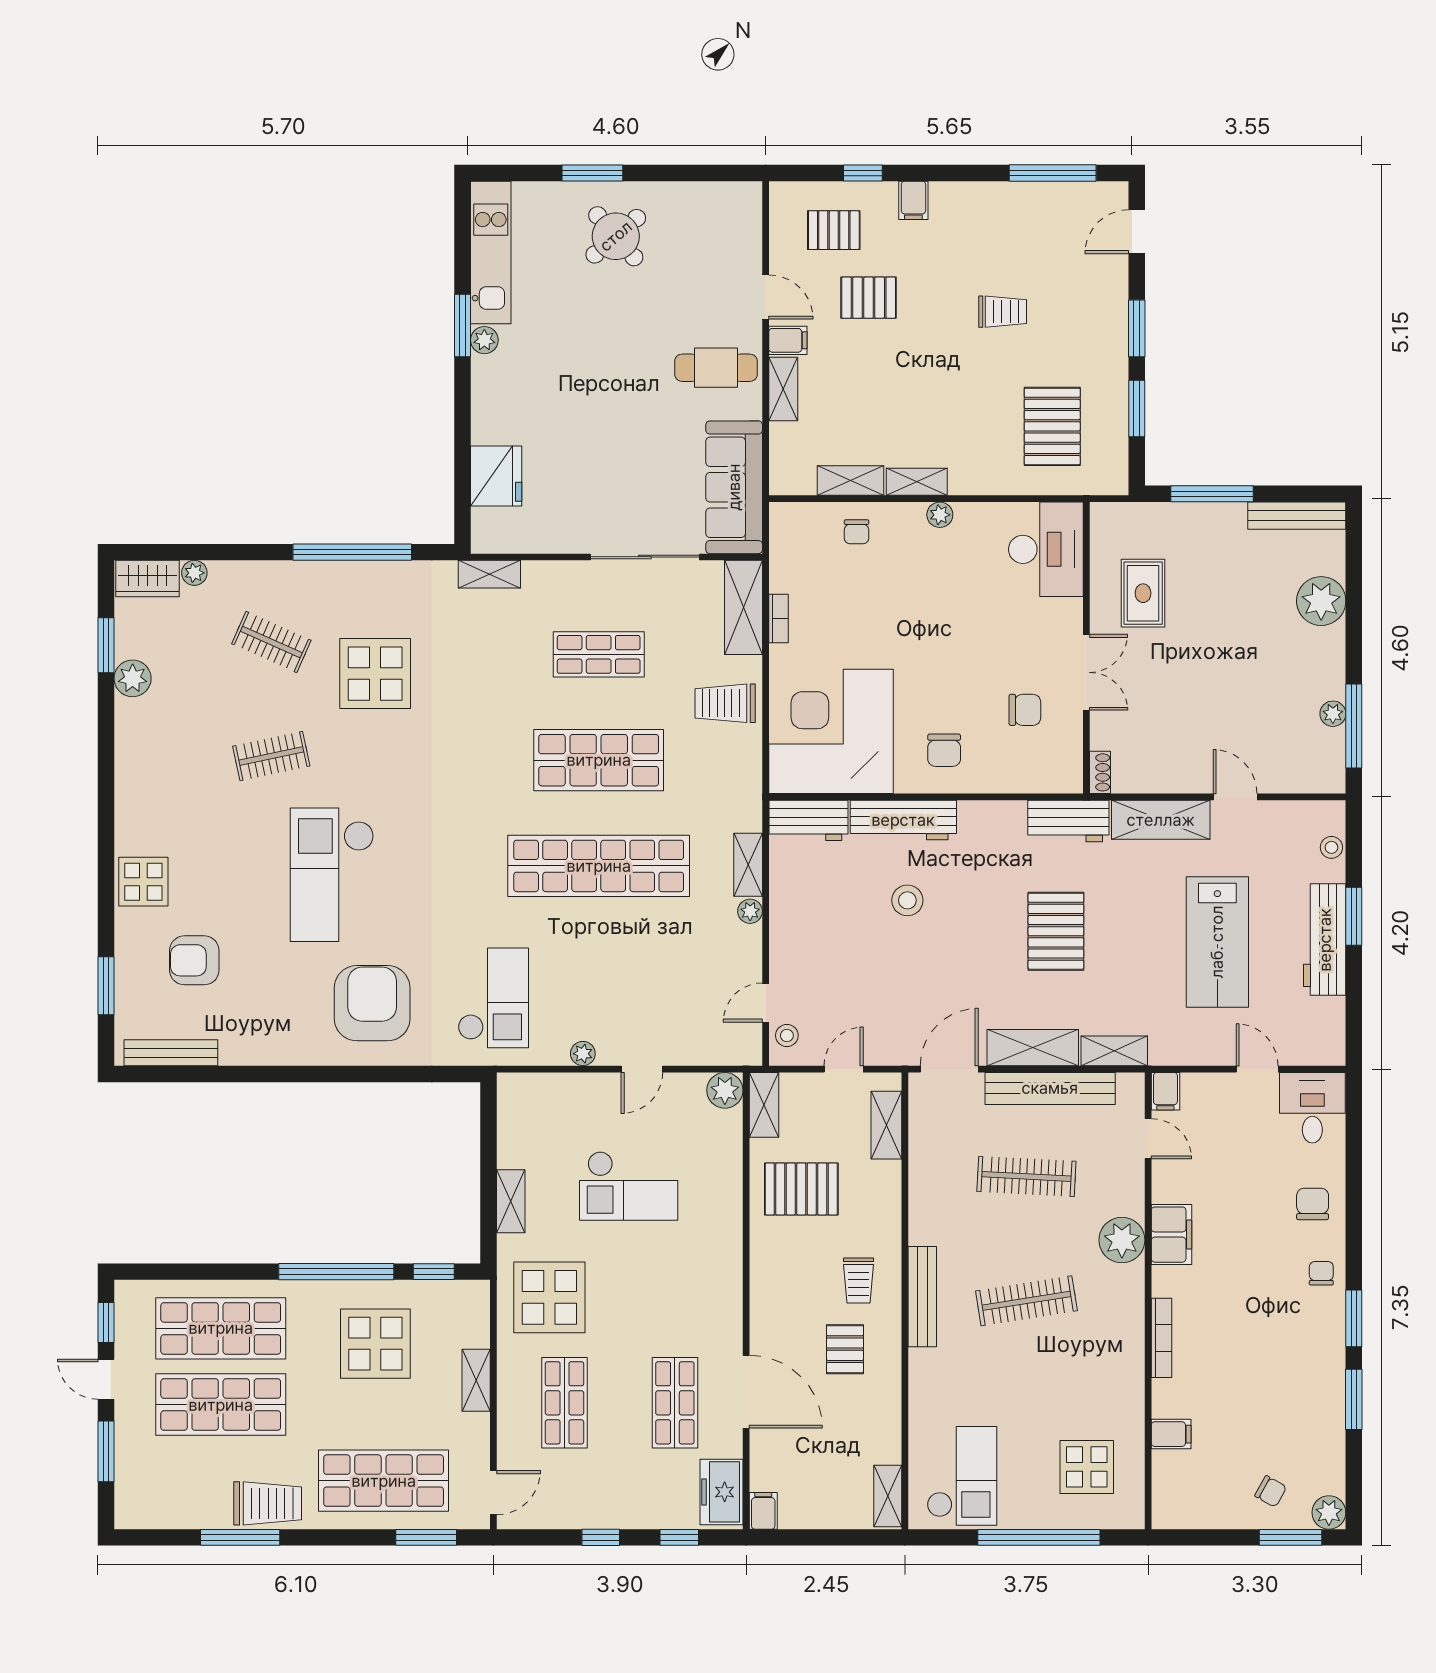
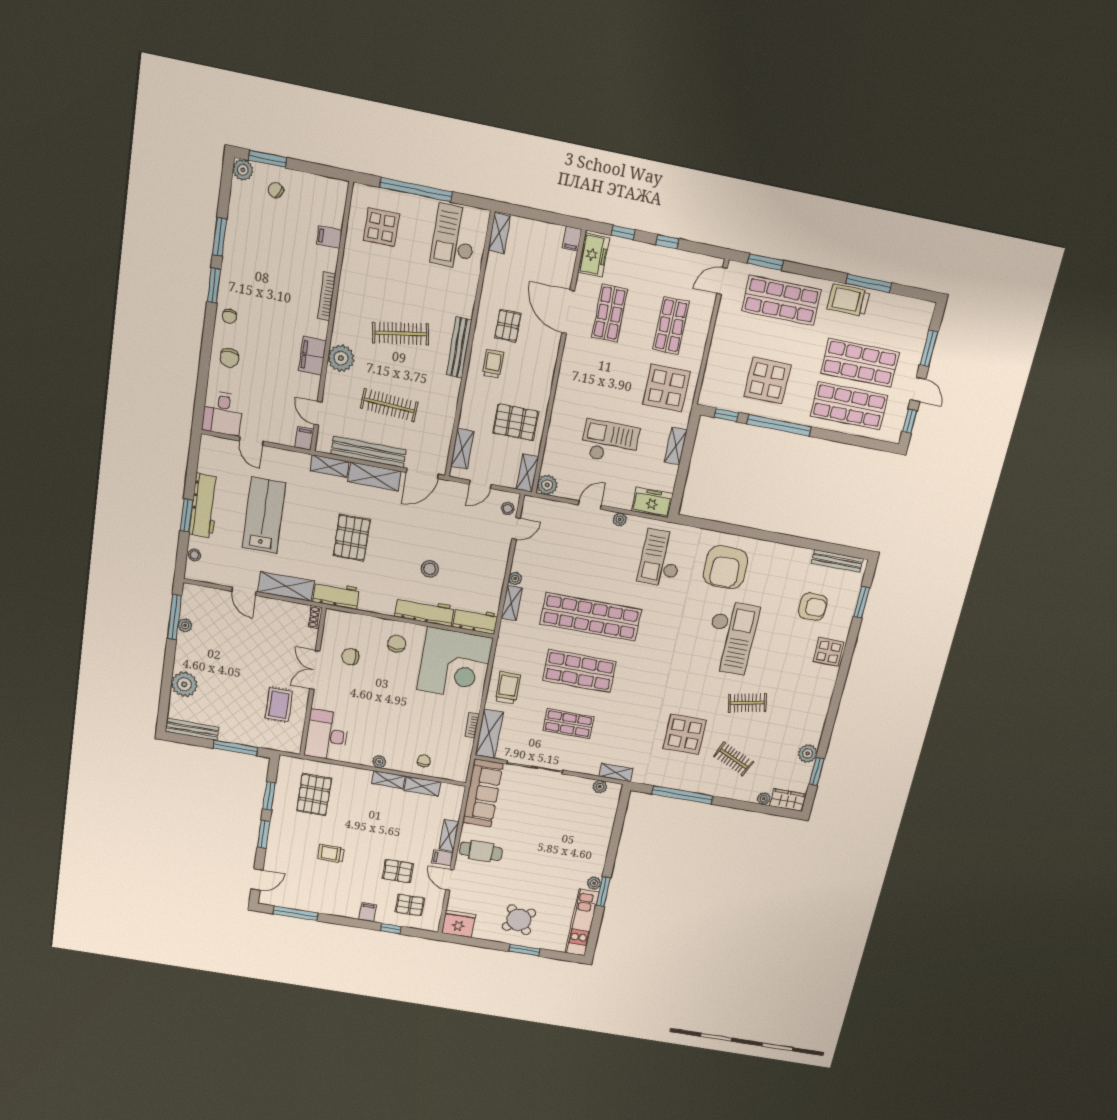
fridge: (496, 476) -> (459, 924), moved, turned 90
plant: (514, 540) -> (600, 787), added
trolley: (725, 703) -> (508, 688), turned -90
freezer: (531, 1095) -> (652, 502), added
shelving: (476, 1380) -> (717, 349), removed

